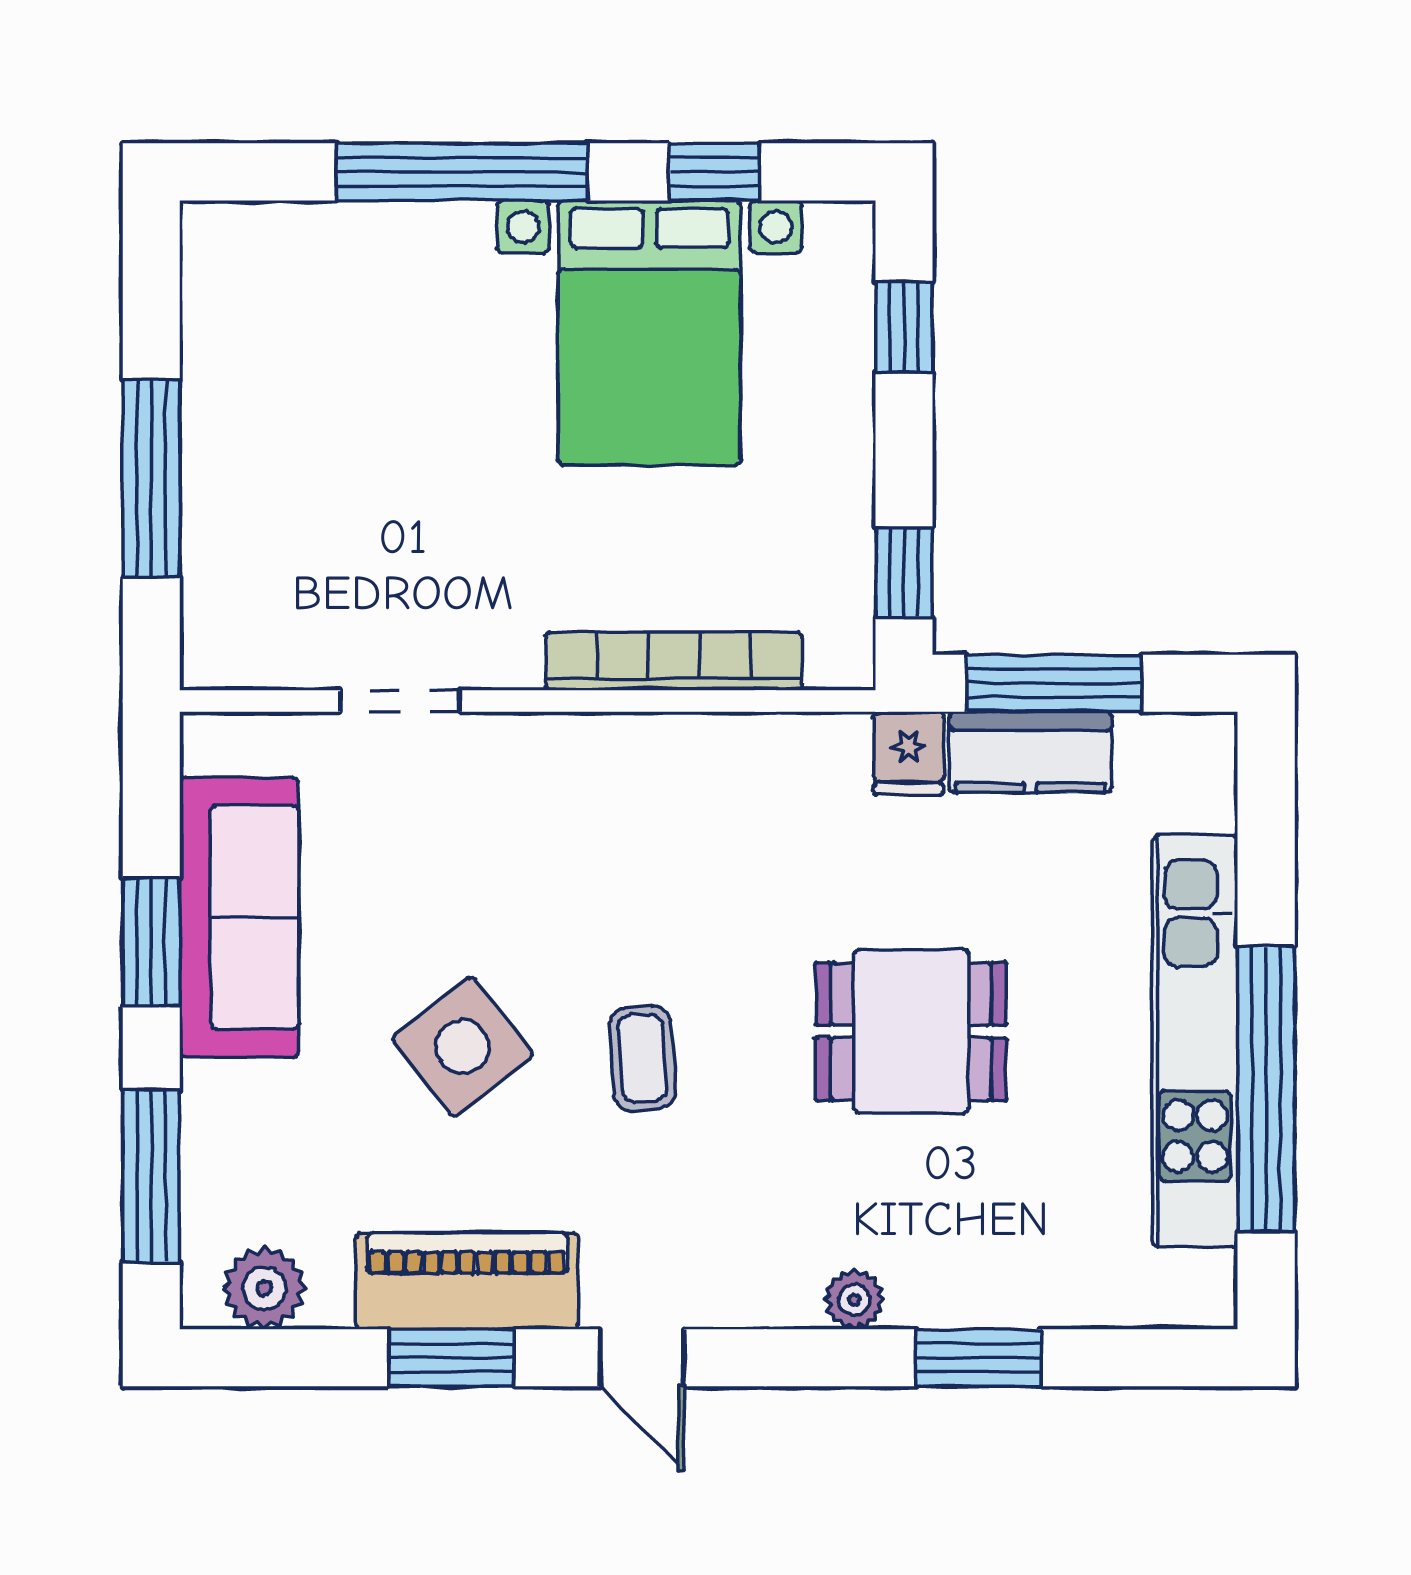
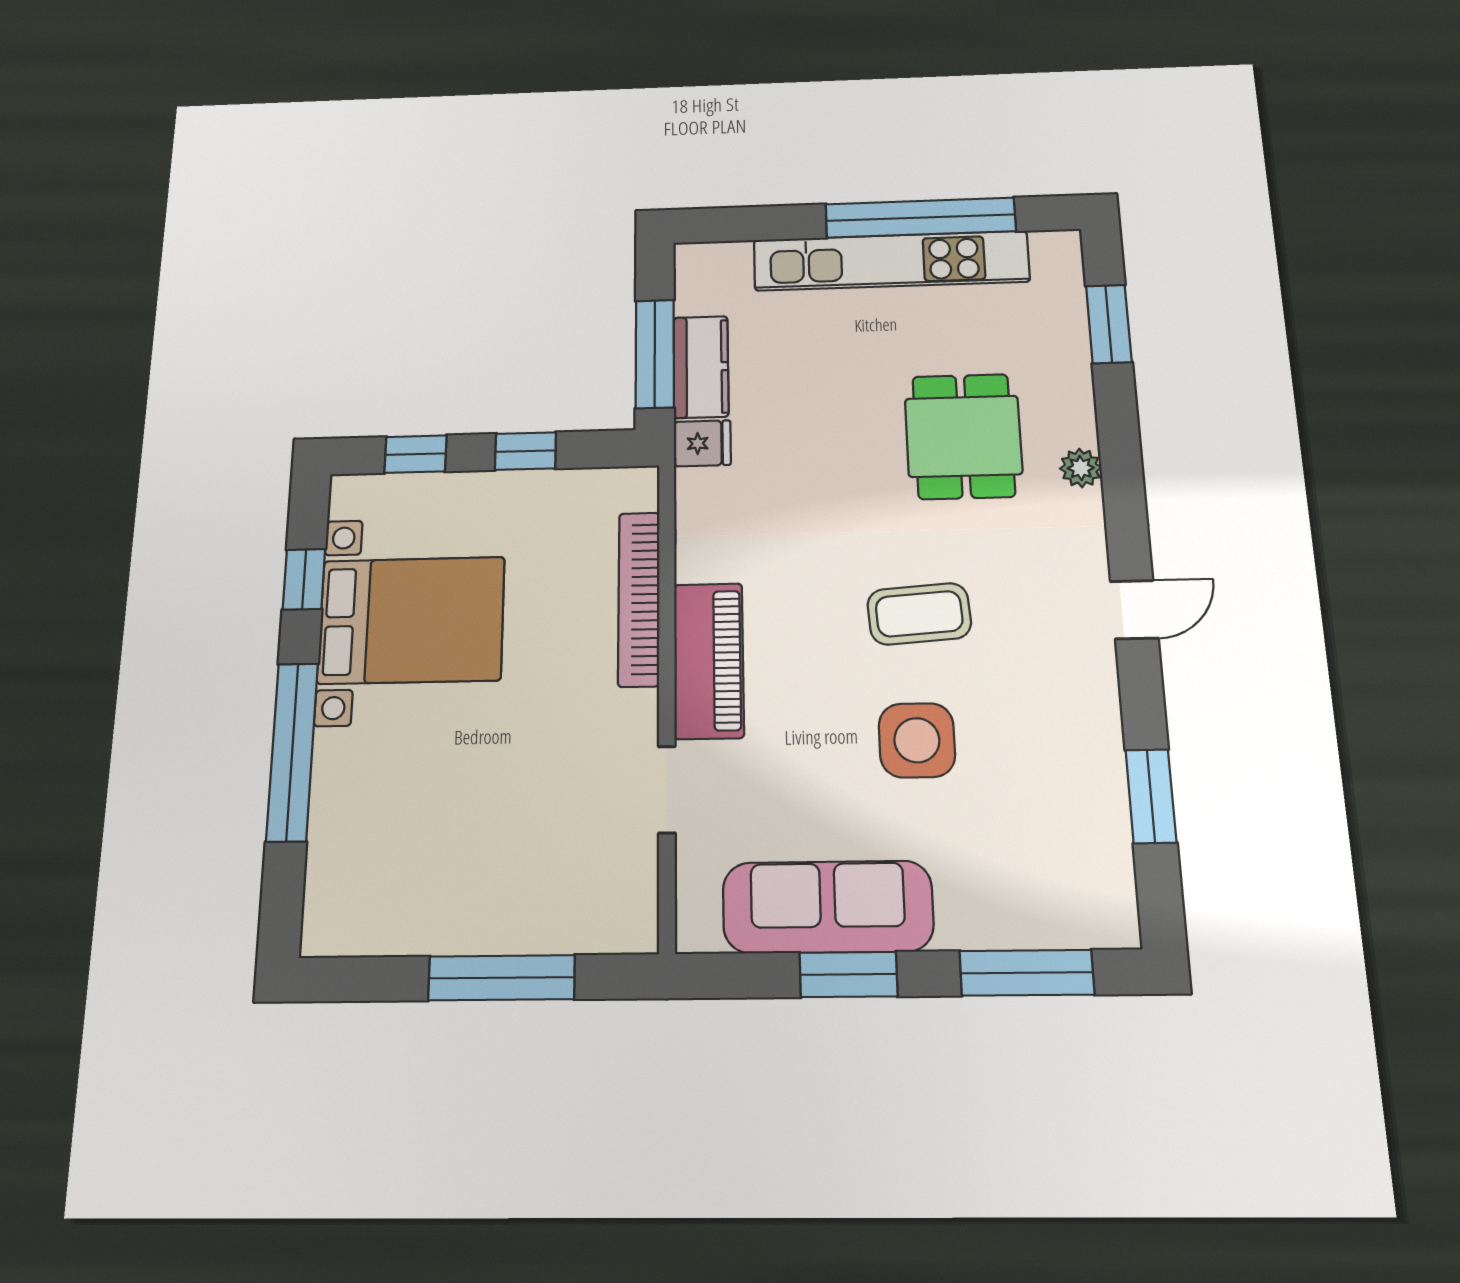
window: (904, 573) -> (525, 451), moved
dining table: (911, 1031) -> (963, 436), moved
side table: (463, 1047) -> (917, 740), turned 38
coffee table: (642, 1058) -> (919, 614), width x1.36, depth x1.30
piano: (467, 1281) -> (709, 660), moved, turned 180
plant: (264, 1288) -> (1106, 884), removed
window: (451, 1358) -> (1151, 796), moved
window: (978, 1358) -> (1109, 324), moved

